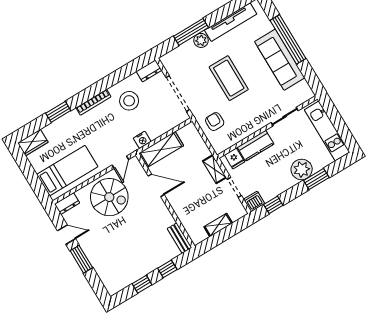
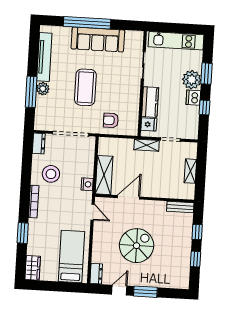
coffee table: (229, 78) -> (85, 87), turned 90
spiral stairs: (109, 197) -> (137, 246), moved
dishwasher: (254, 201) -> (193, 98), moved
window: (273, 205) -> (205, 108), moved

